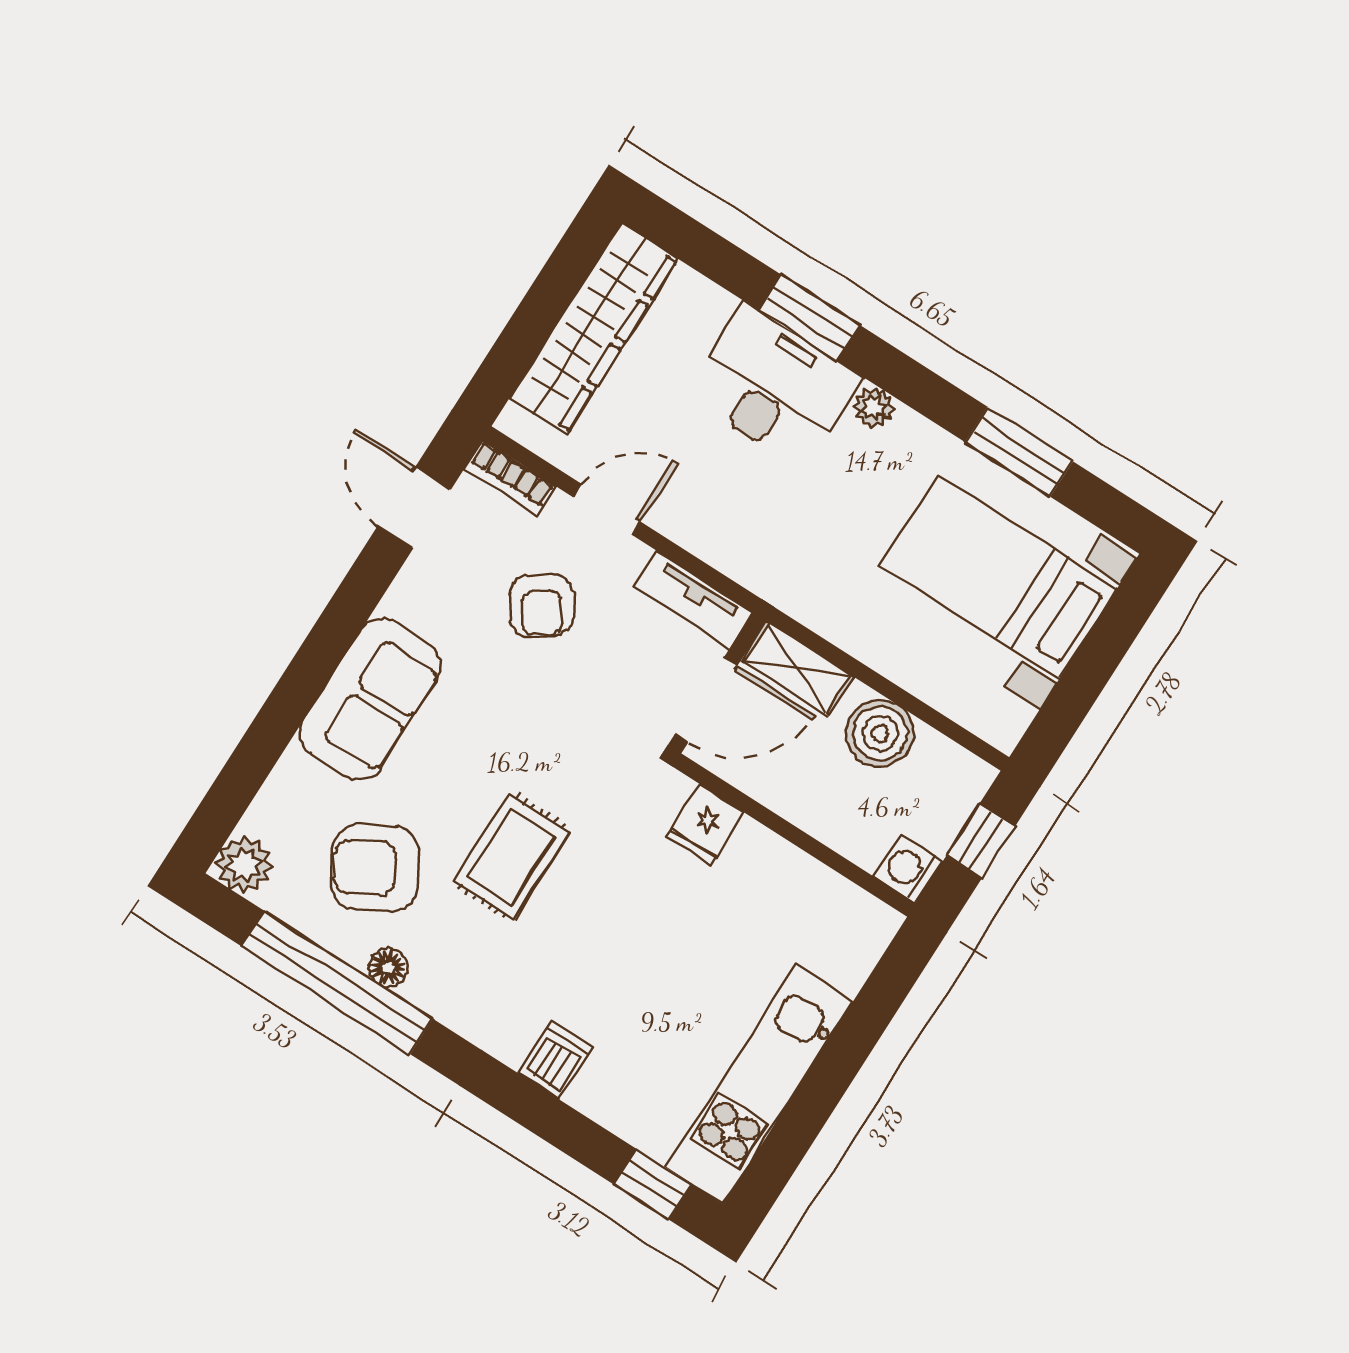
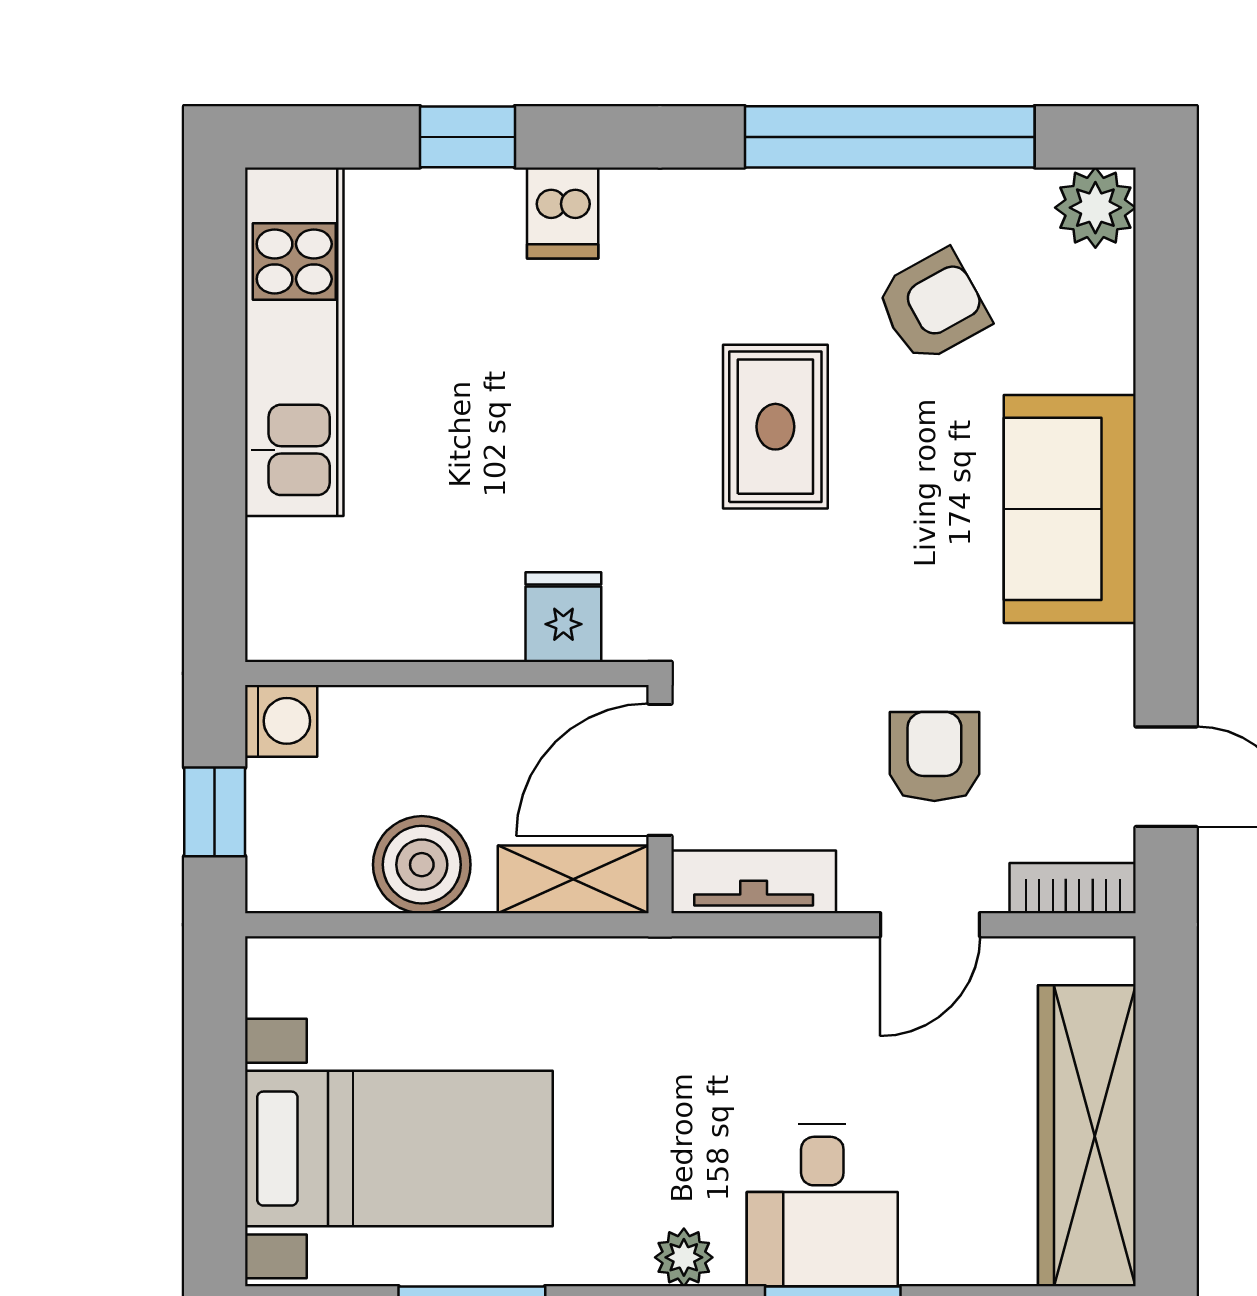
desk: (774, 386) -> (822, 1205), width x0.73
armchair: (542, 606) -> (934, 756), turned 35
armchair: (375, 868) -> (933, 306), width x0.72, depth x0.72
floor lamp: (388, 968) -> (839, 195), removed
window: (653, 1184) -> (467, 137), moved

